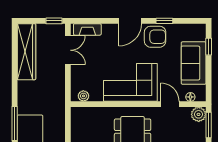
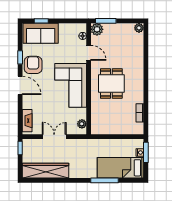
double door: (68, 50) -> (54, 137), moved
sofa: (194, 63) -> (41, 33), moved
door: (170, 104) -> (89, 53), swing flipped

